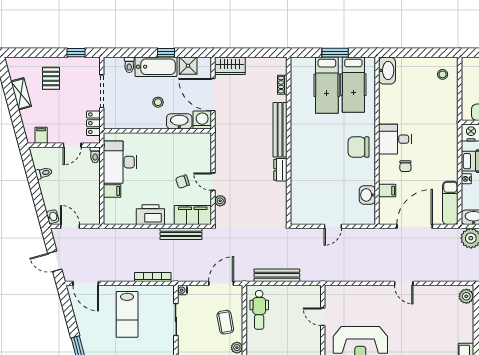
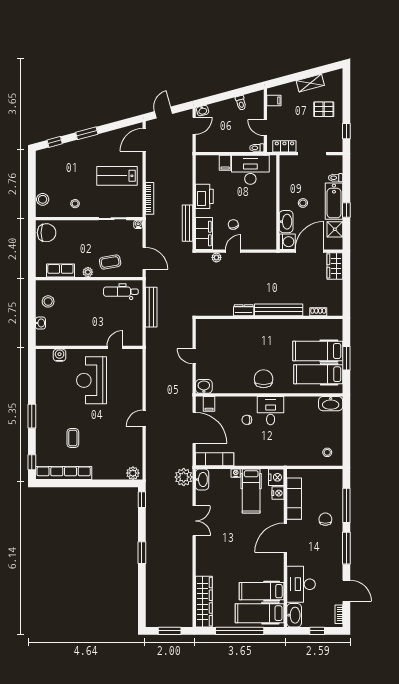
filing cabinet: (387, 191) -> (209, 404), moved
washbasin: (367, 195) -> (204, 386), moved

